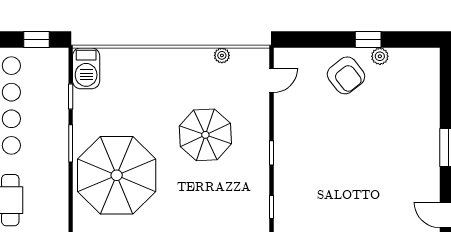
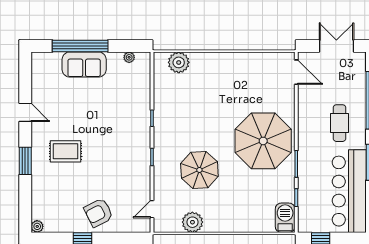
plant: (222, 55) -> (192, 222), width x1.88, depth x1.88
plant: (380, 56) -> (37, 226), moved
armchair: (346, 75) -> (98, 213), turned -79
rug: (392, 161) -> (65, 151), added

